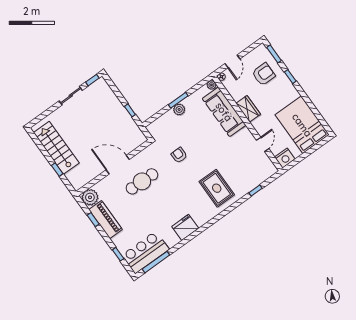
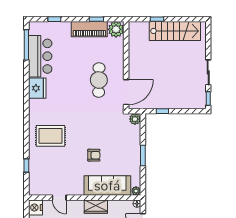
plant: (179, 109) -> (135, 119), moved
armchair: (179, 155) -> (94, 155), moved
door: (118, 165) -> (126, 92), moved
bar counter: (145, 252) -> (40, 56), moved

